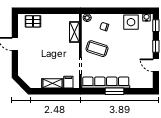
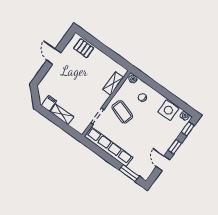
filing cabinet: (68, 82) -> (49, 103), moved
window: (115, 91) -> (129, 173), moved

